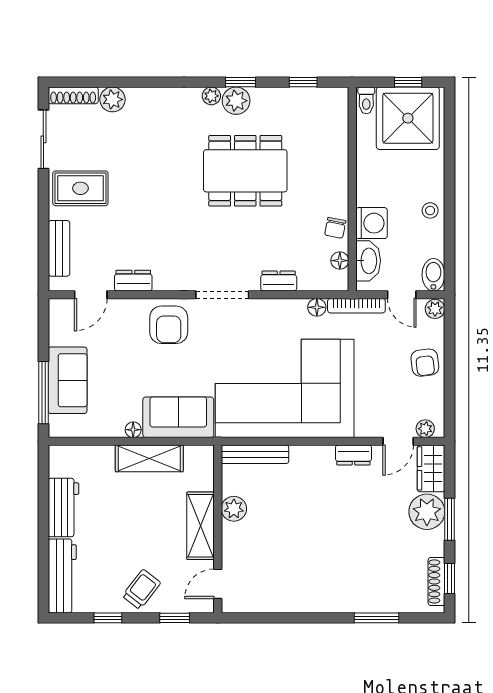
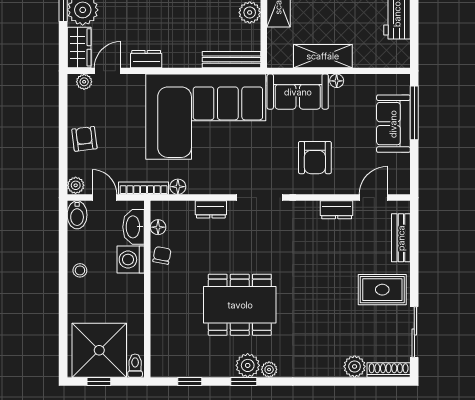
armchair: (169, 325) -> (315, 158), moved, turned 180

